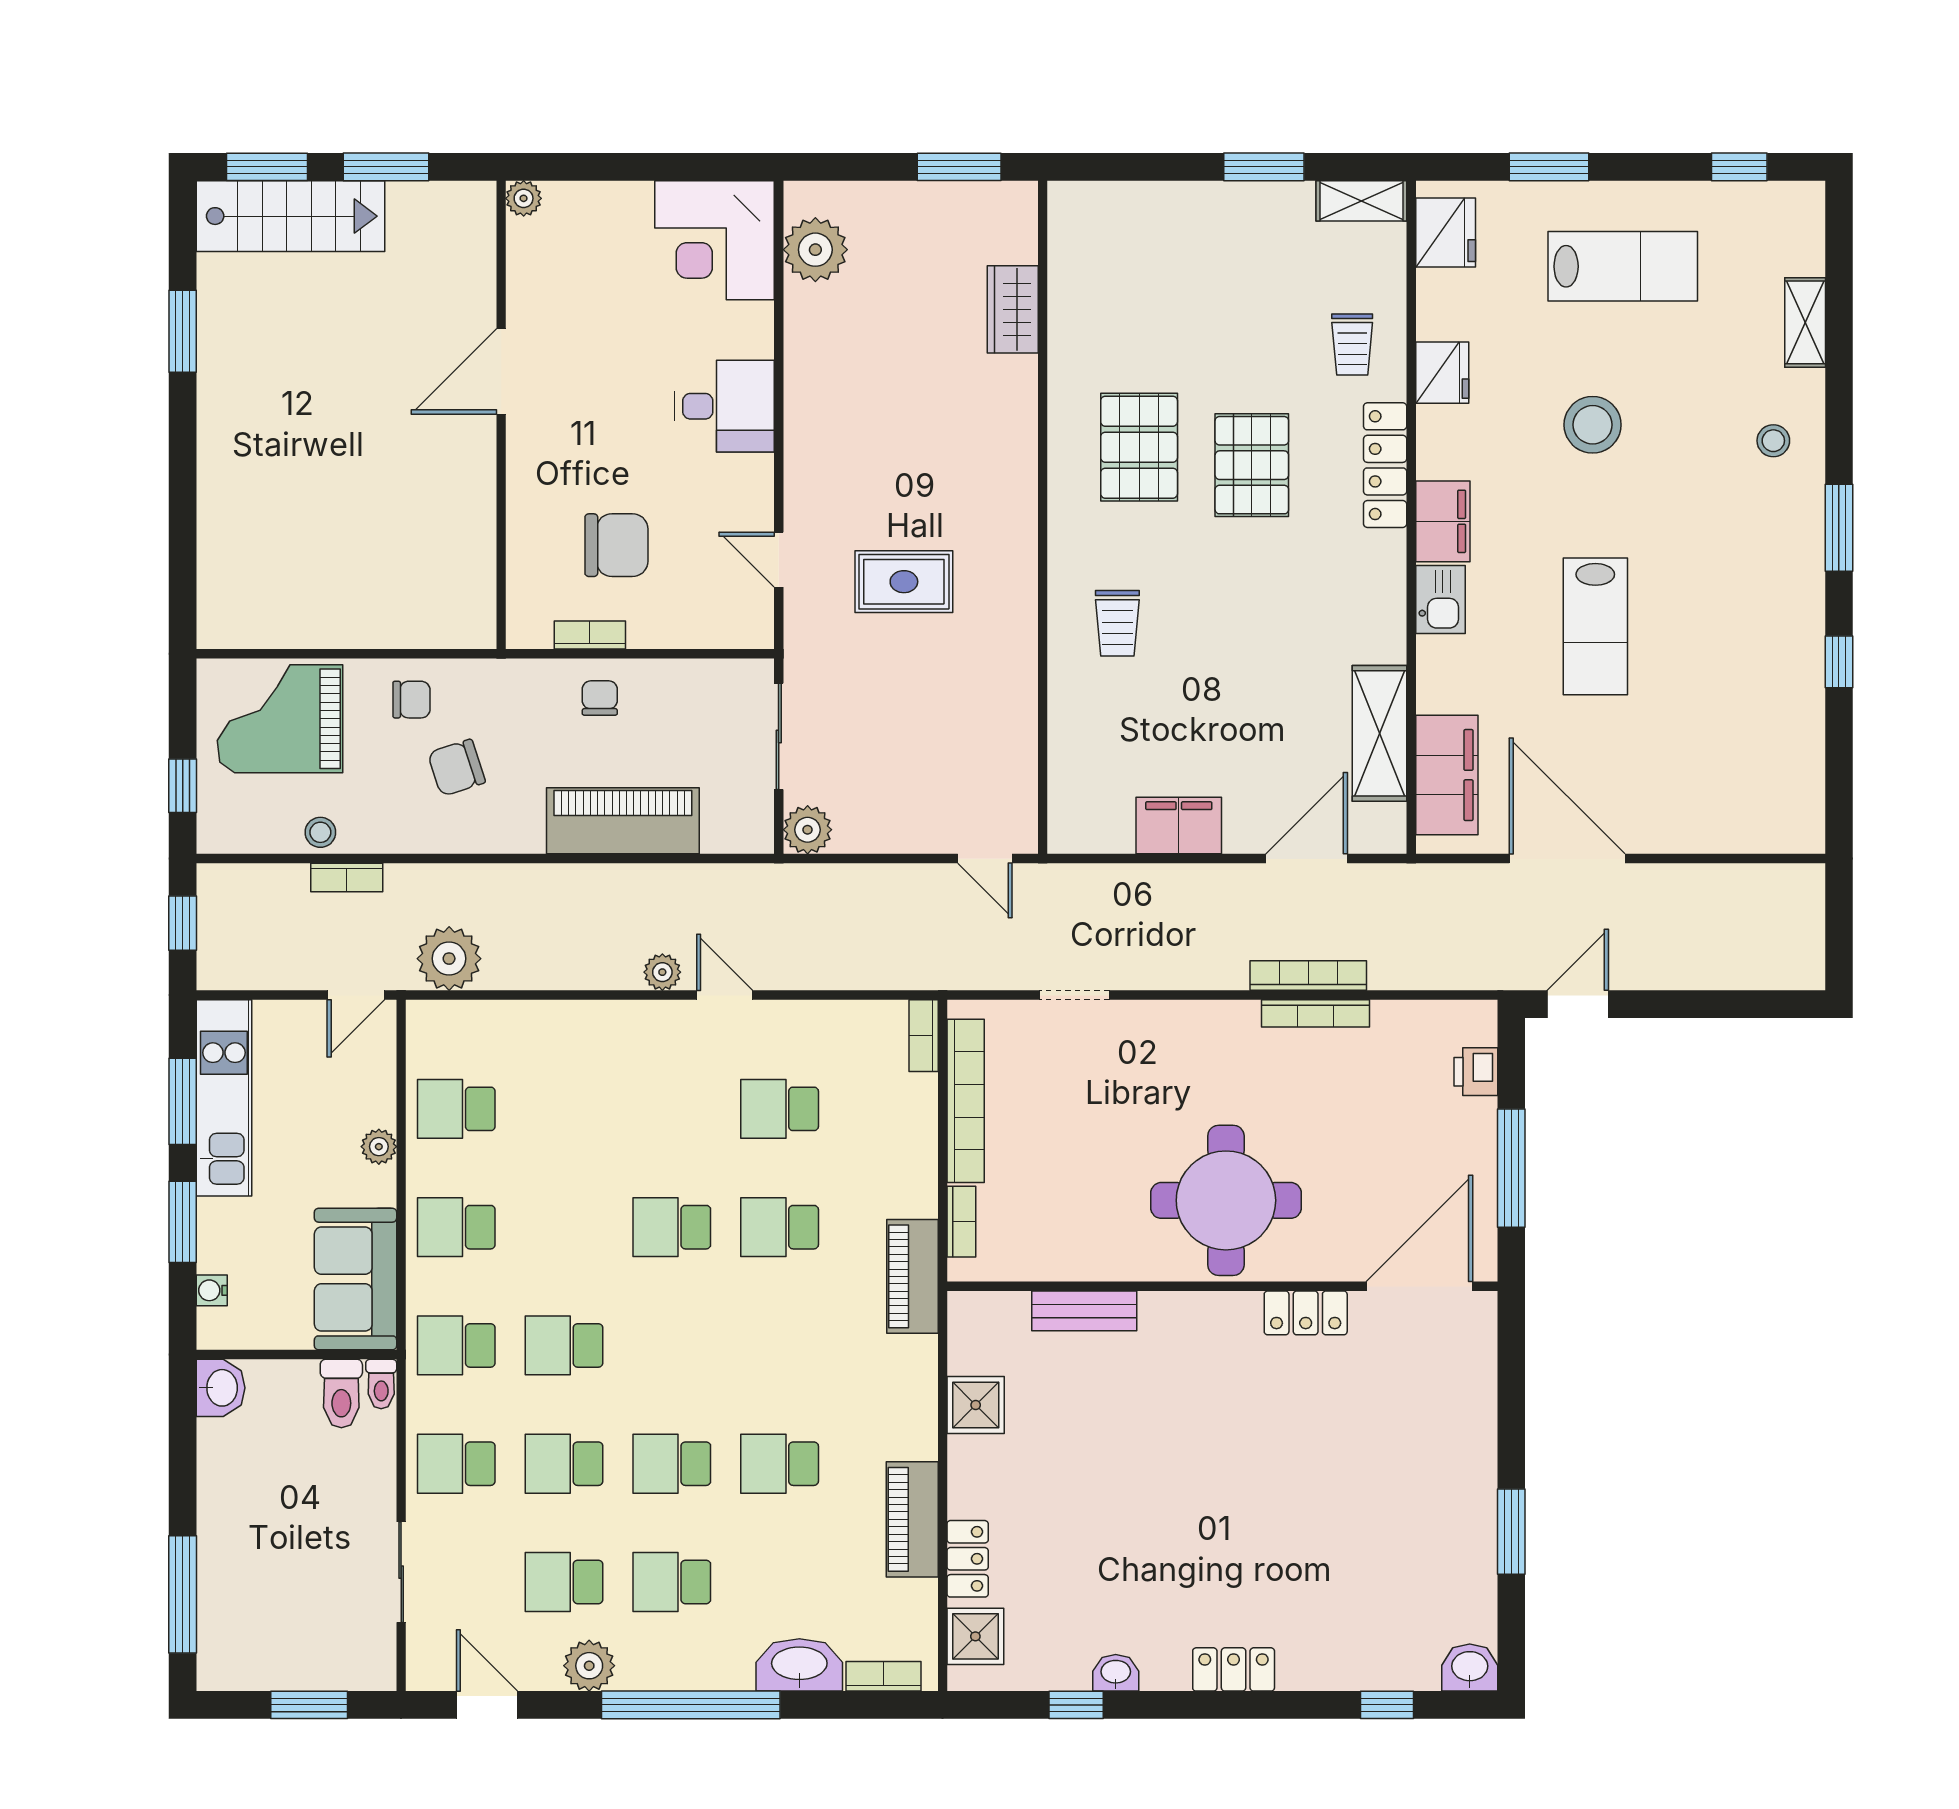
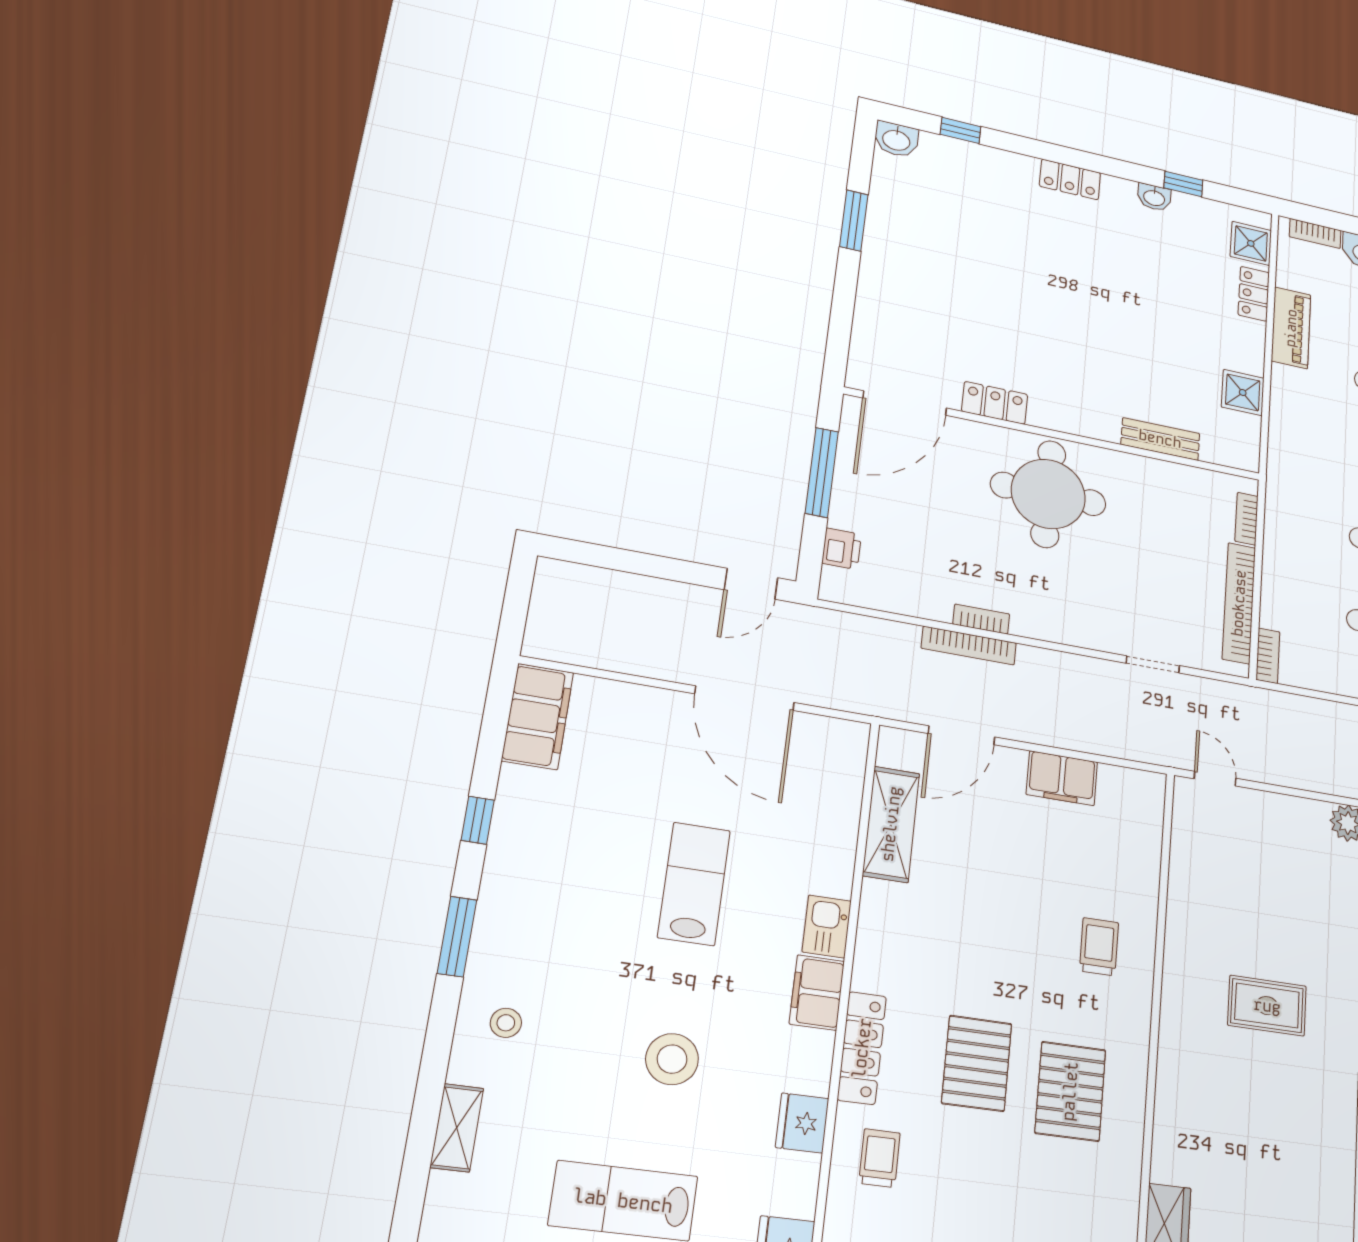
filing cabinet: (1447, 775) -> (538, 716), moved, turned 180
bookcase: (1315, 1013) -> (981, 619), width x0.64
piano: (912, 1276) -> (1284, 488), removed

